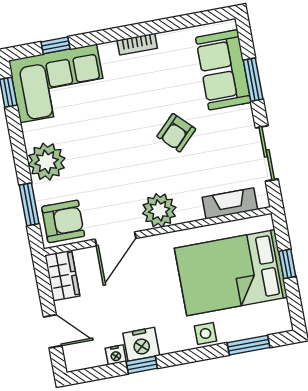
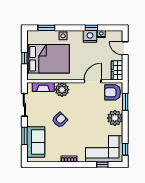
plant: (159, 210) -> (62, 90), moved

